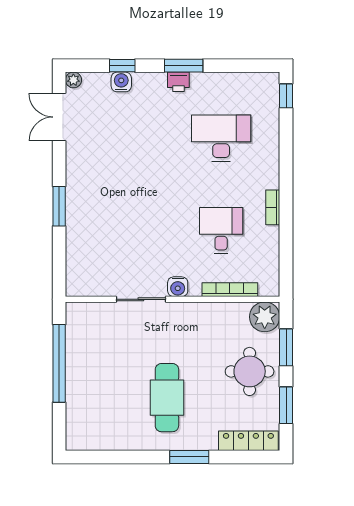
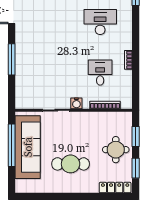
window: (59, 206) -> (12, 59), width x1.44
plant: (265, 317) -> (124, 120), removed
sofa: (88, 367) -> (28, 147), added
cafe table: (167, 398) -> (71, 164), turned 90
window: (189, 457) -> (83, 196), removed

